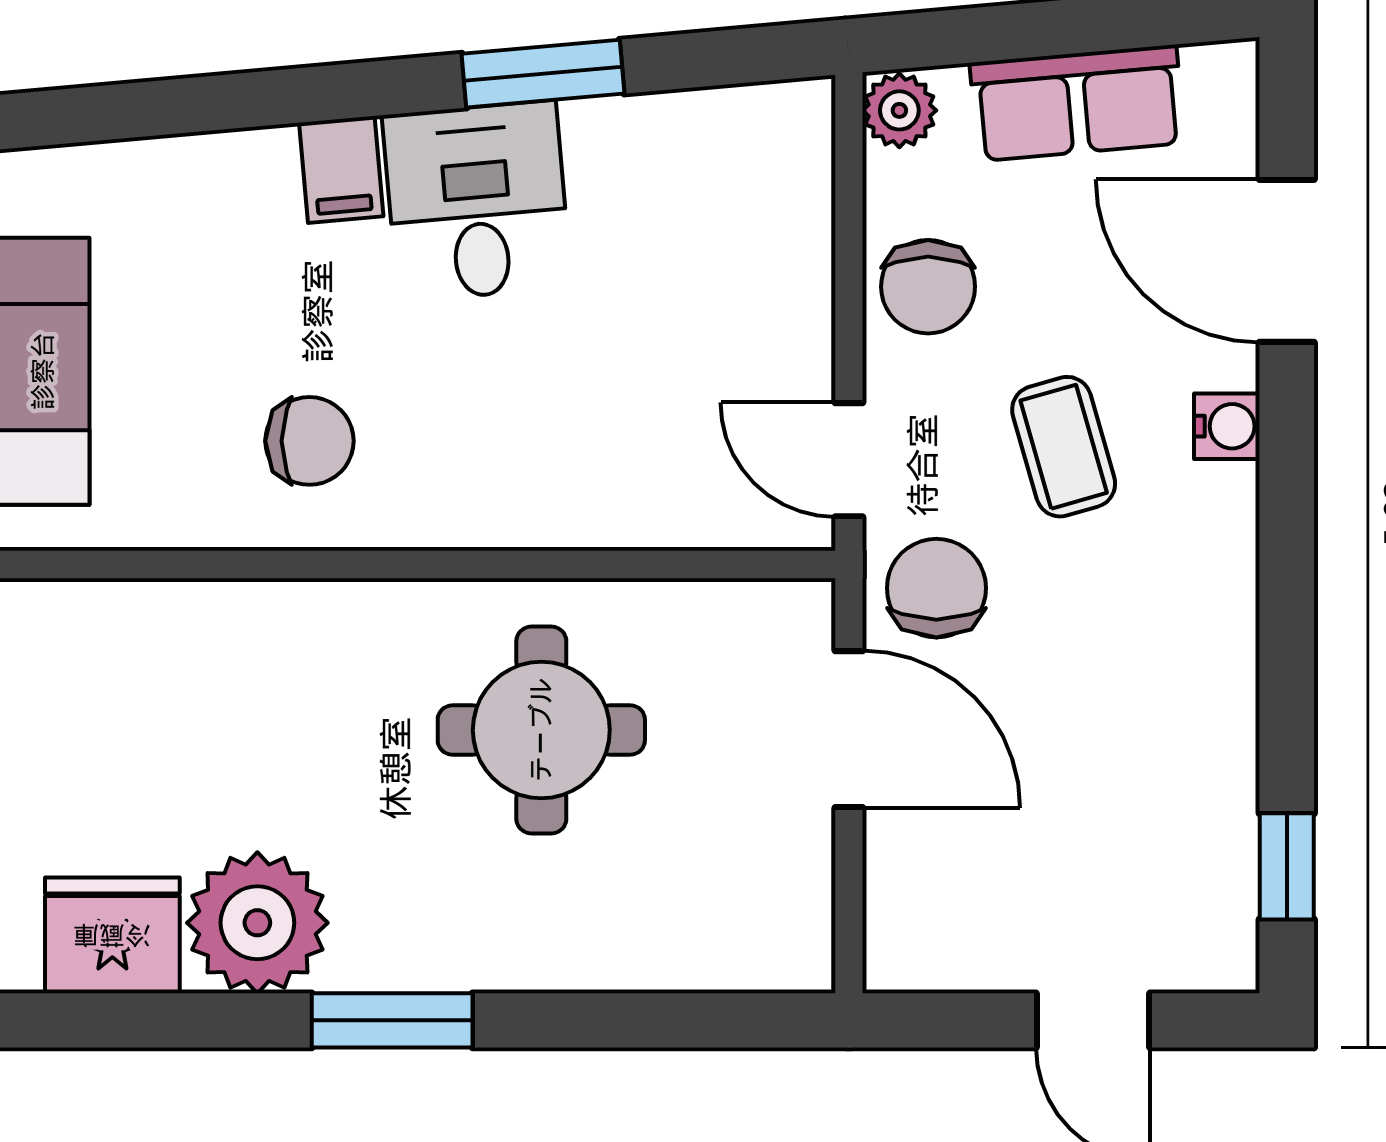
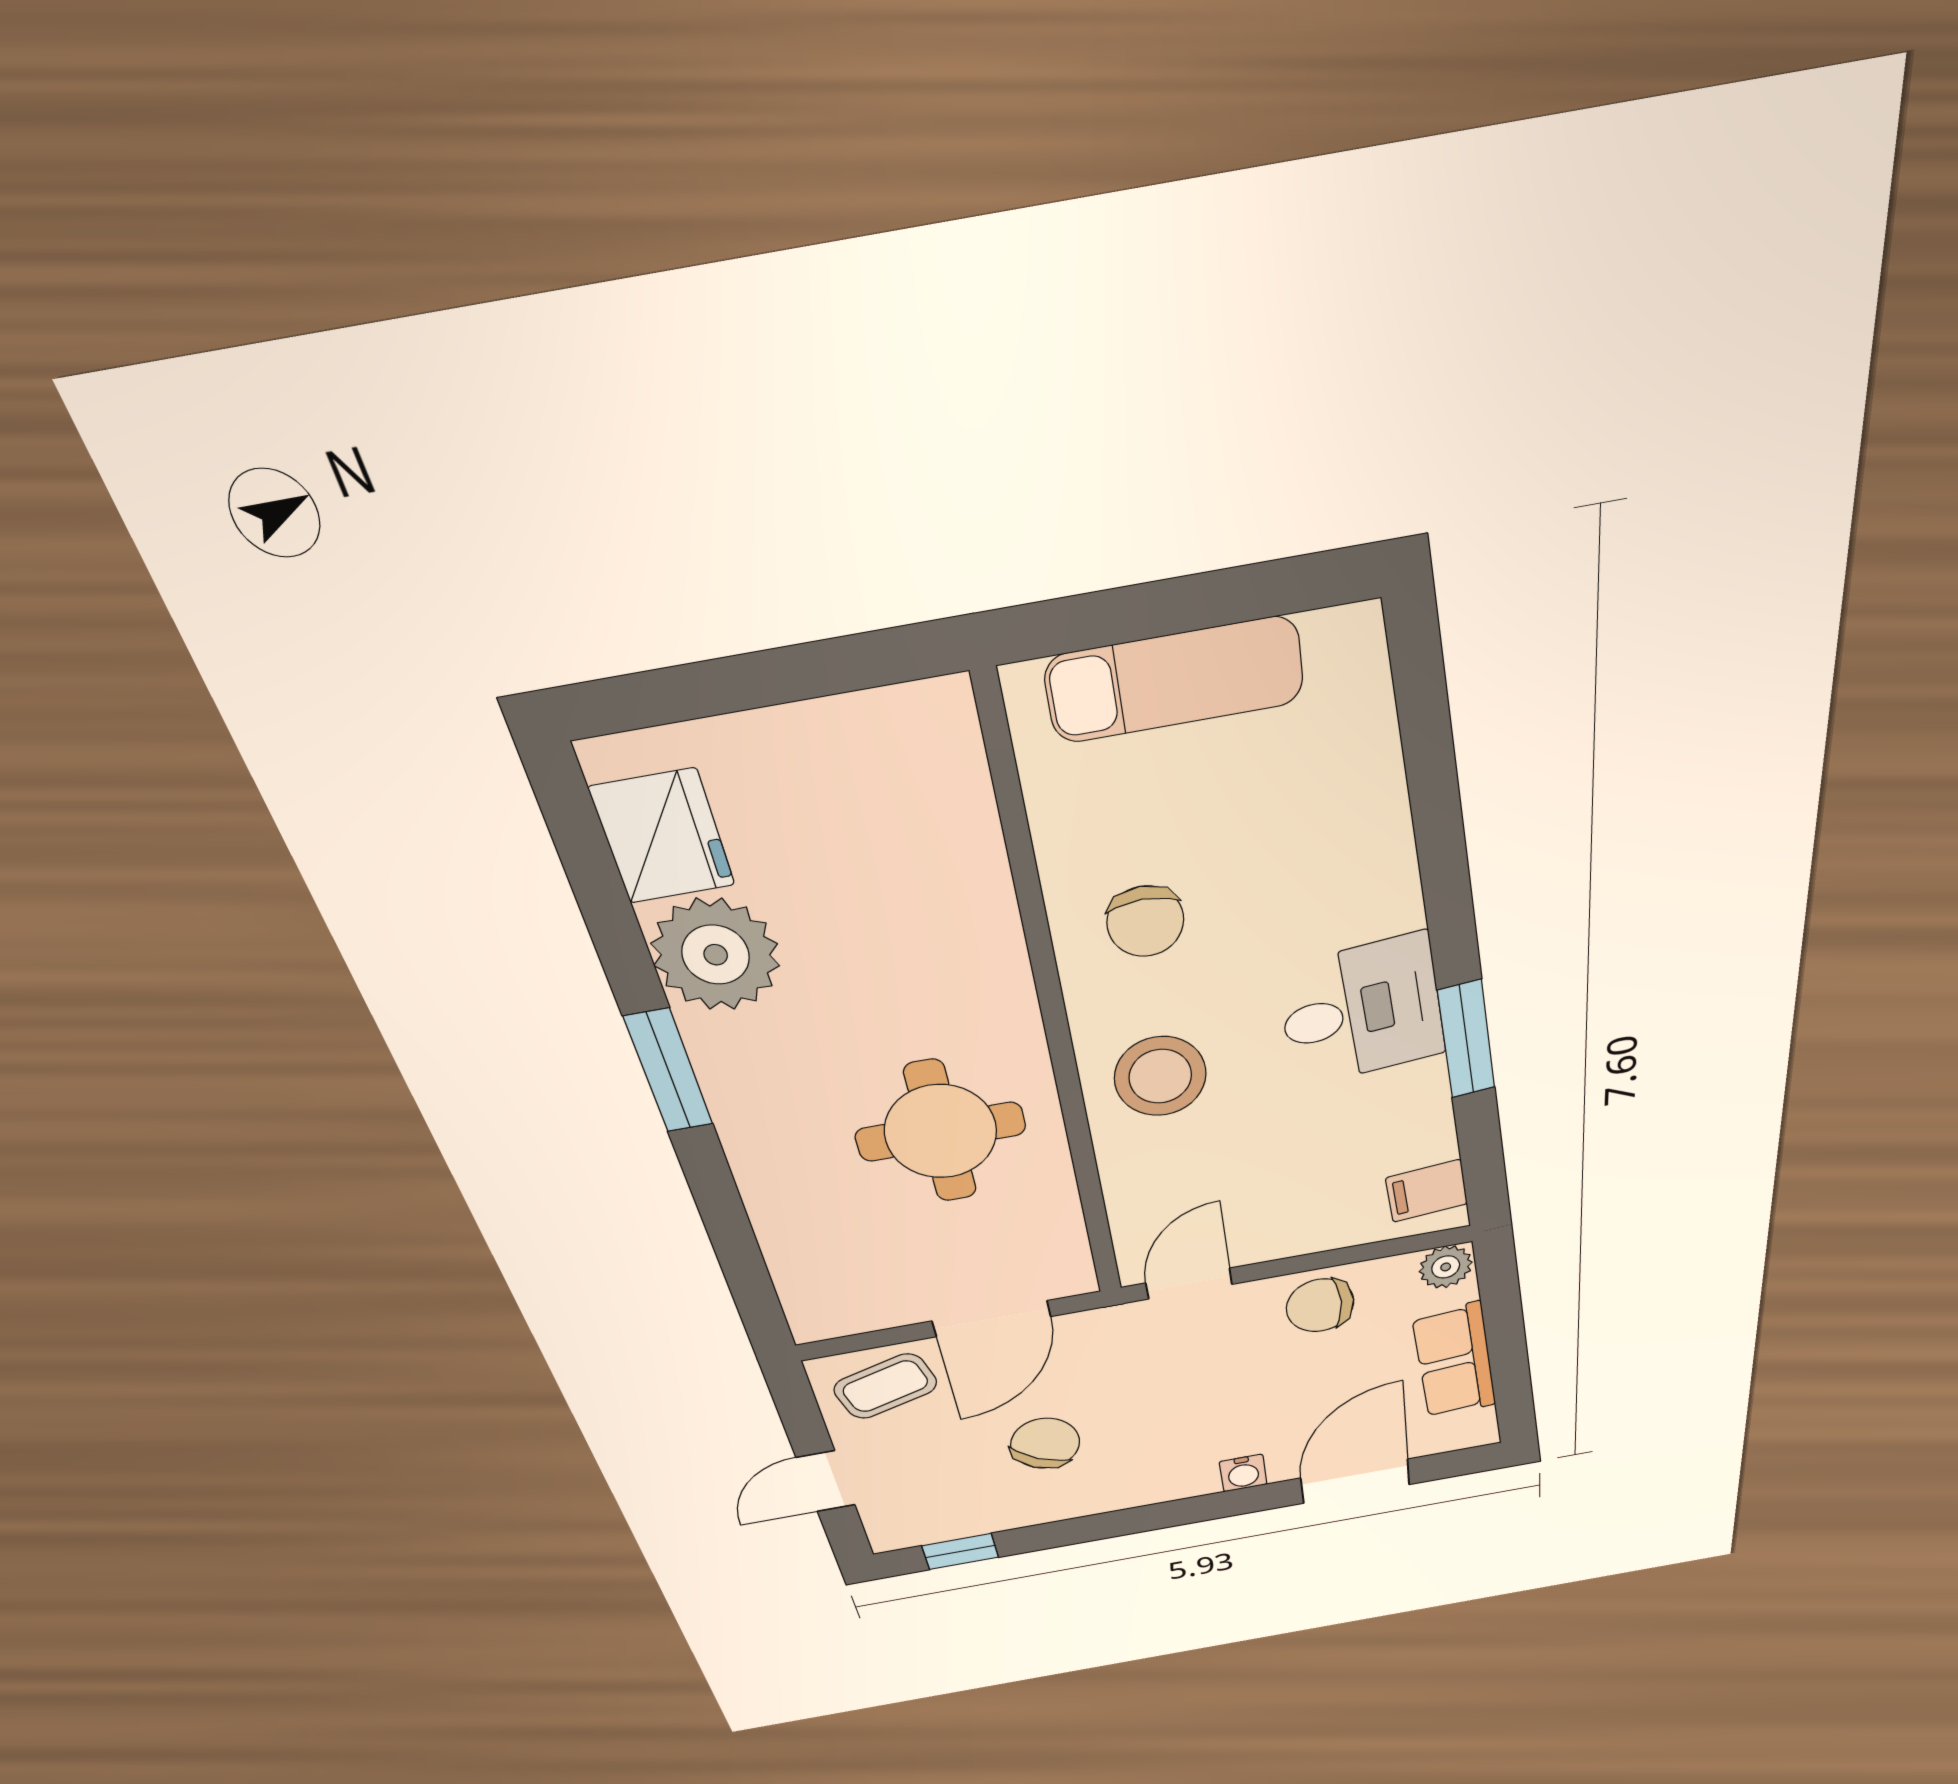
filing cabinet: (341, 169) -> (1427, 1191), moved
coffee table: (1064, 447) -> (885, 1386), moved
stool: (518, 453) -> (1160, 1076), added
chair: (936, 588) -> (1045, 1443), moved, turned -60

